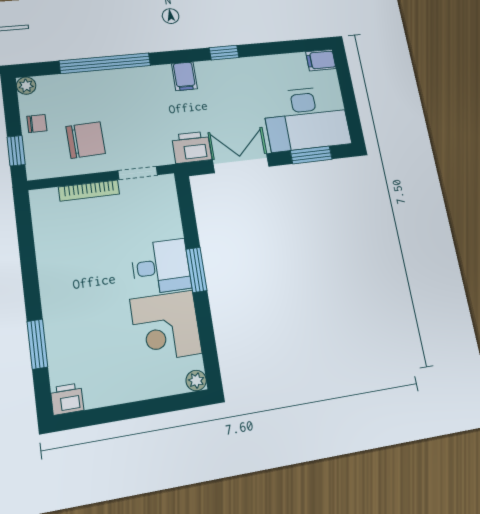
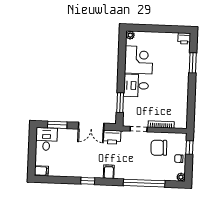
desk: (306, 118) -> (46, 139), width x0.53, depth x0.77
window: (196, 270) -> (120, 103), moved

